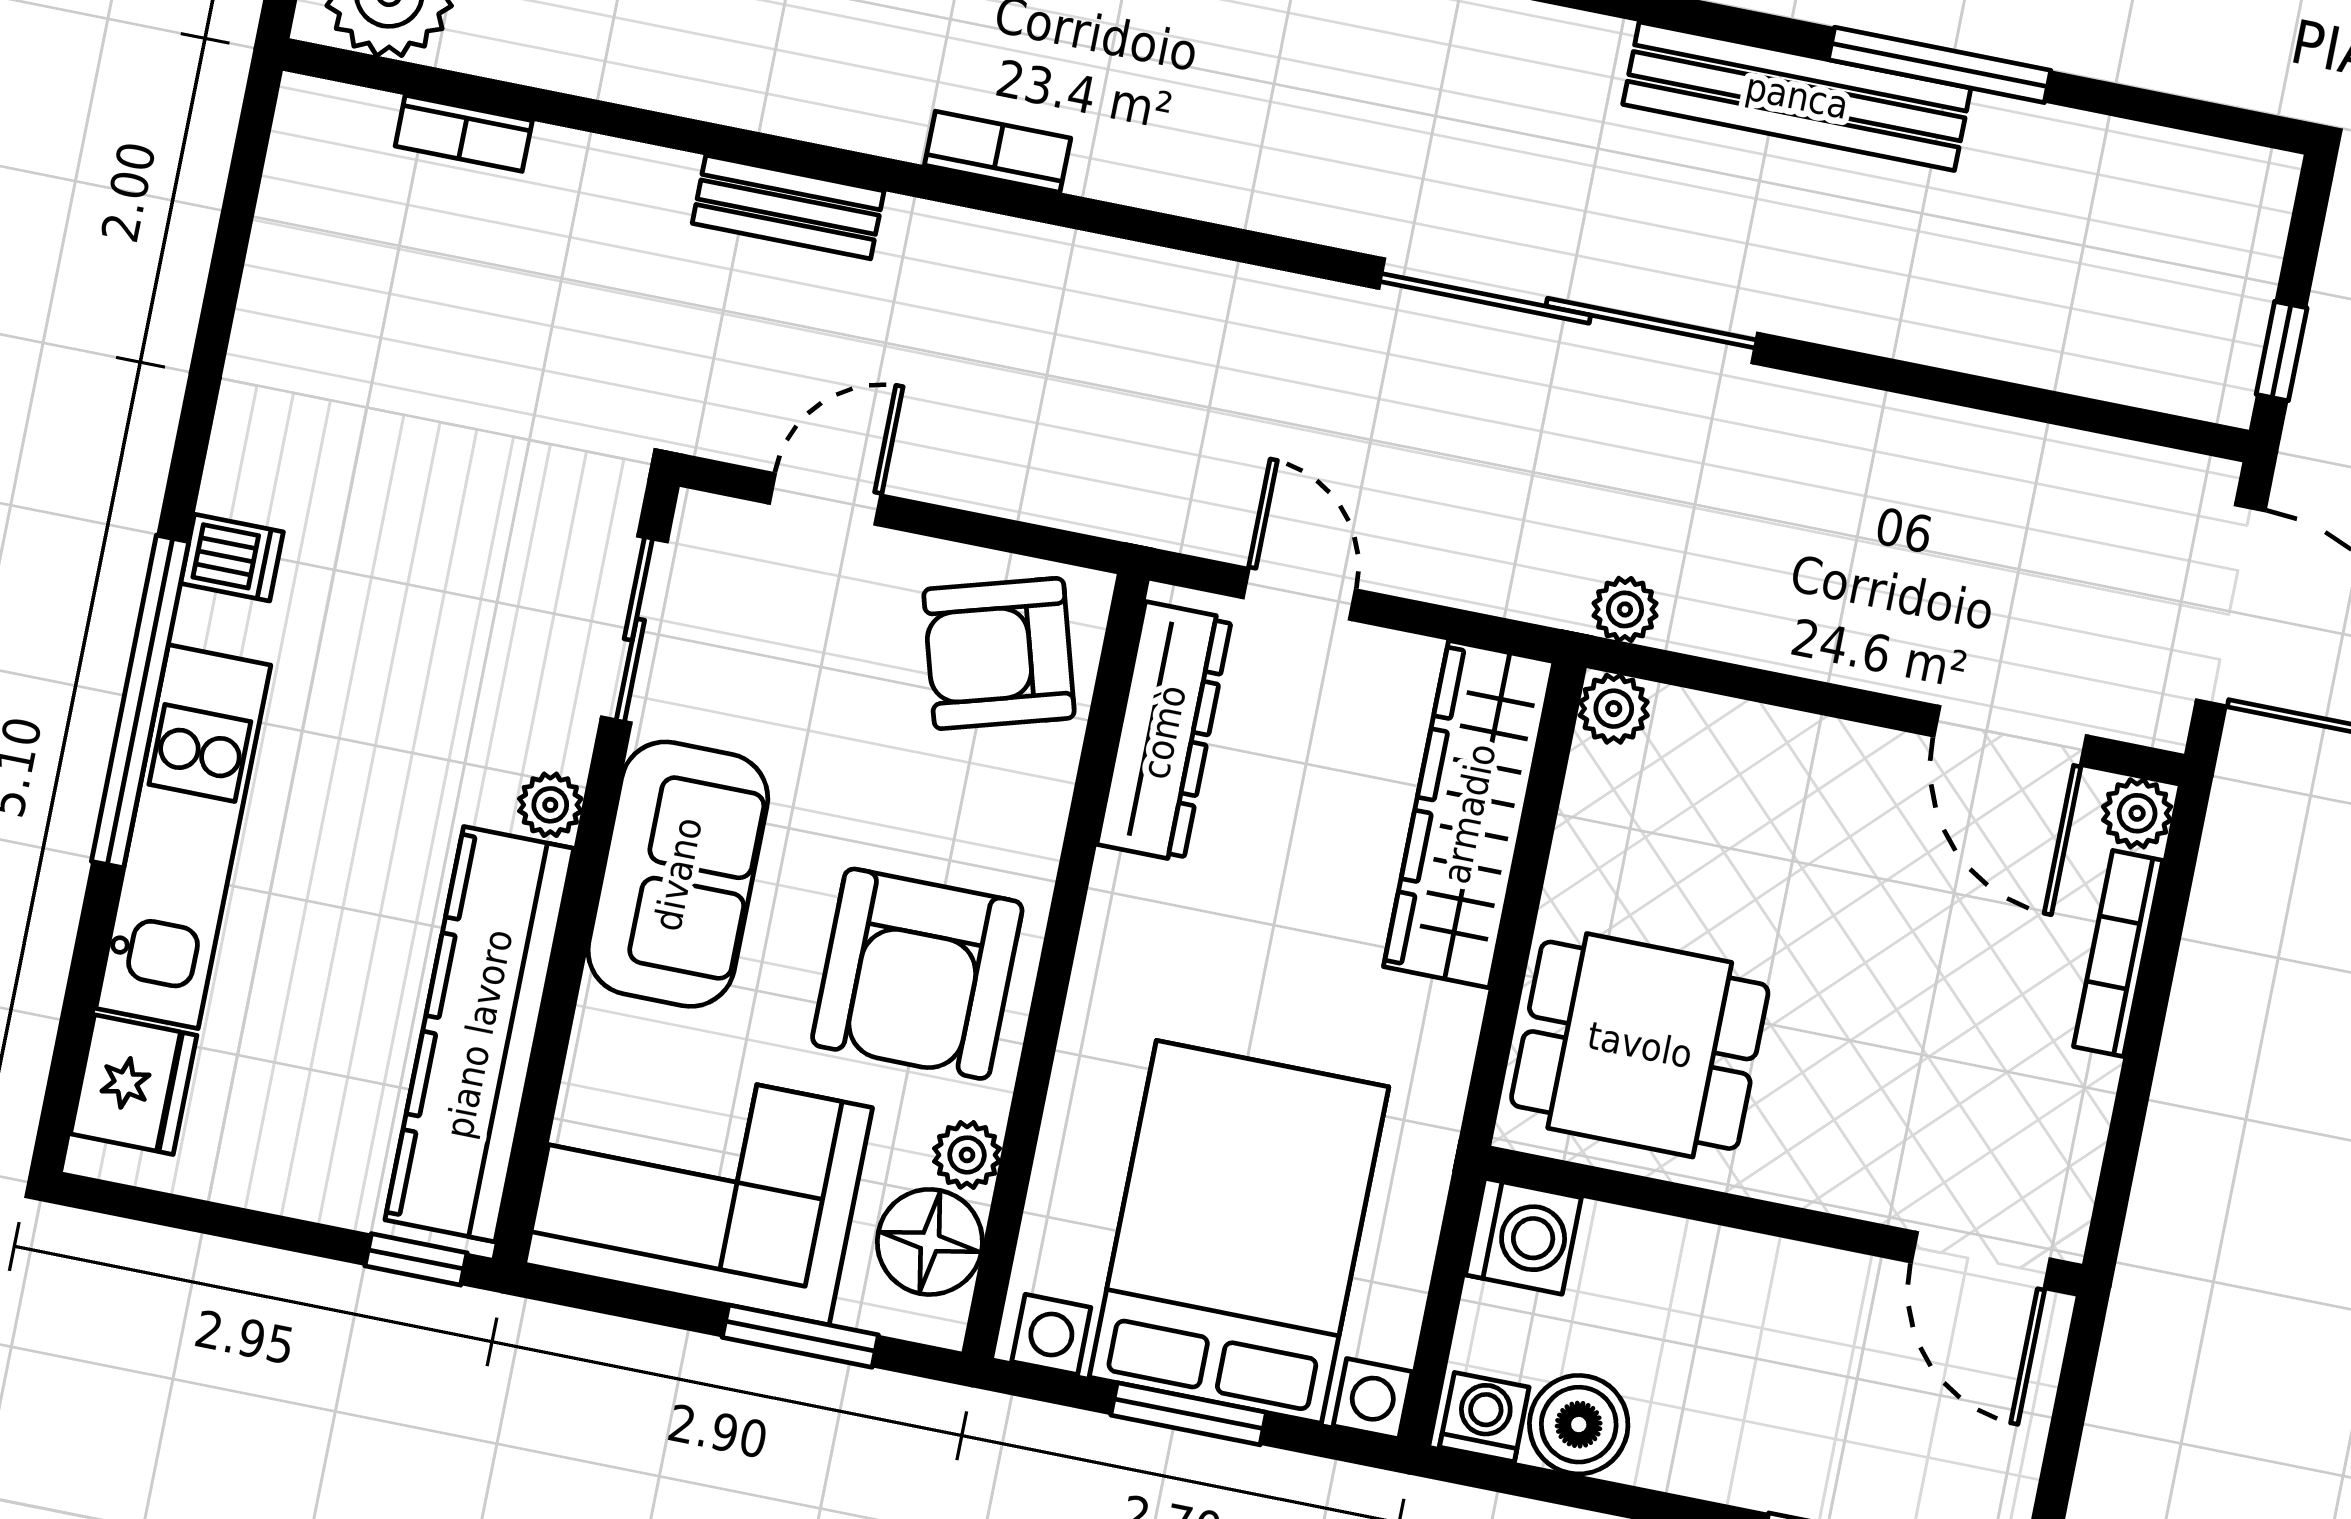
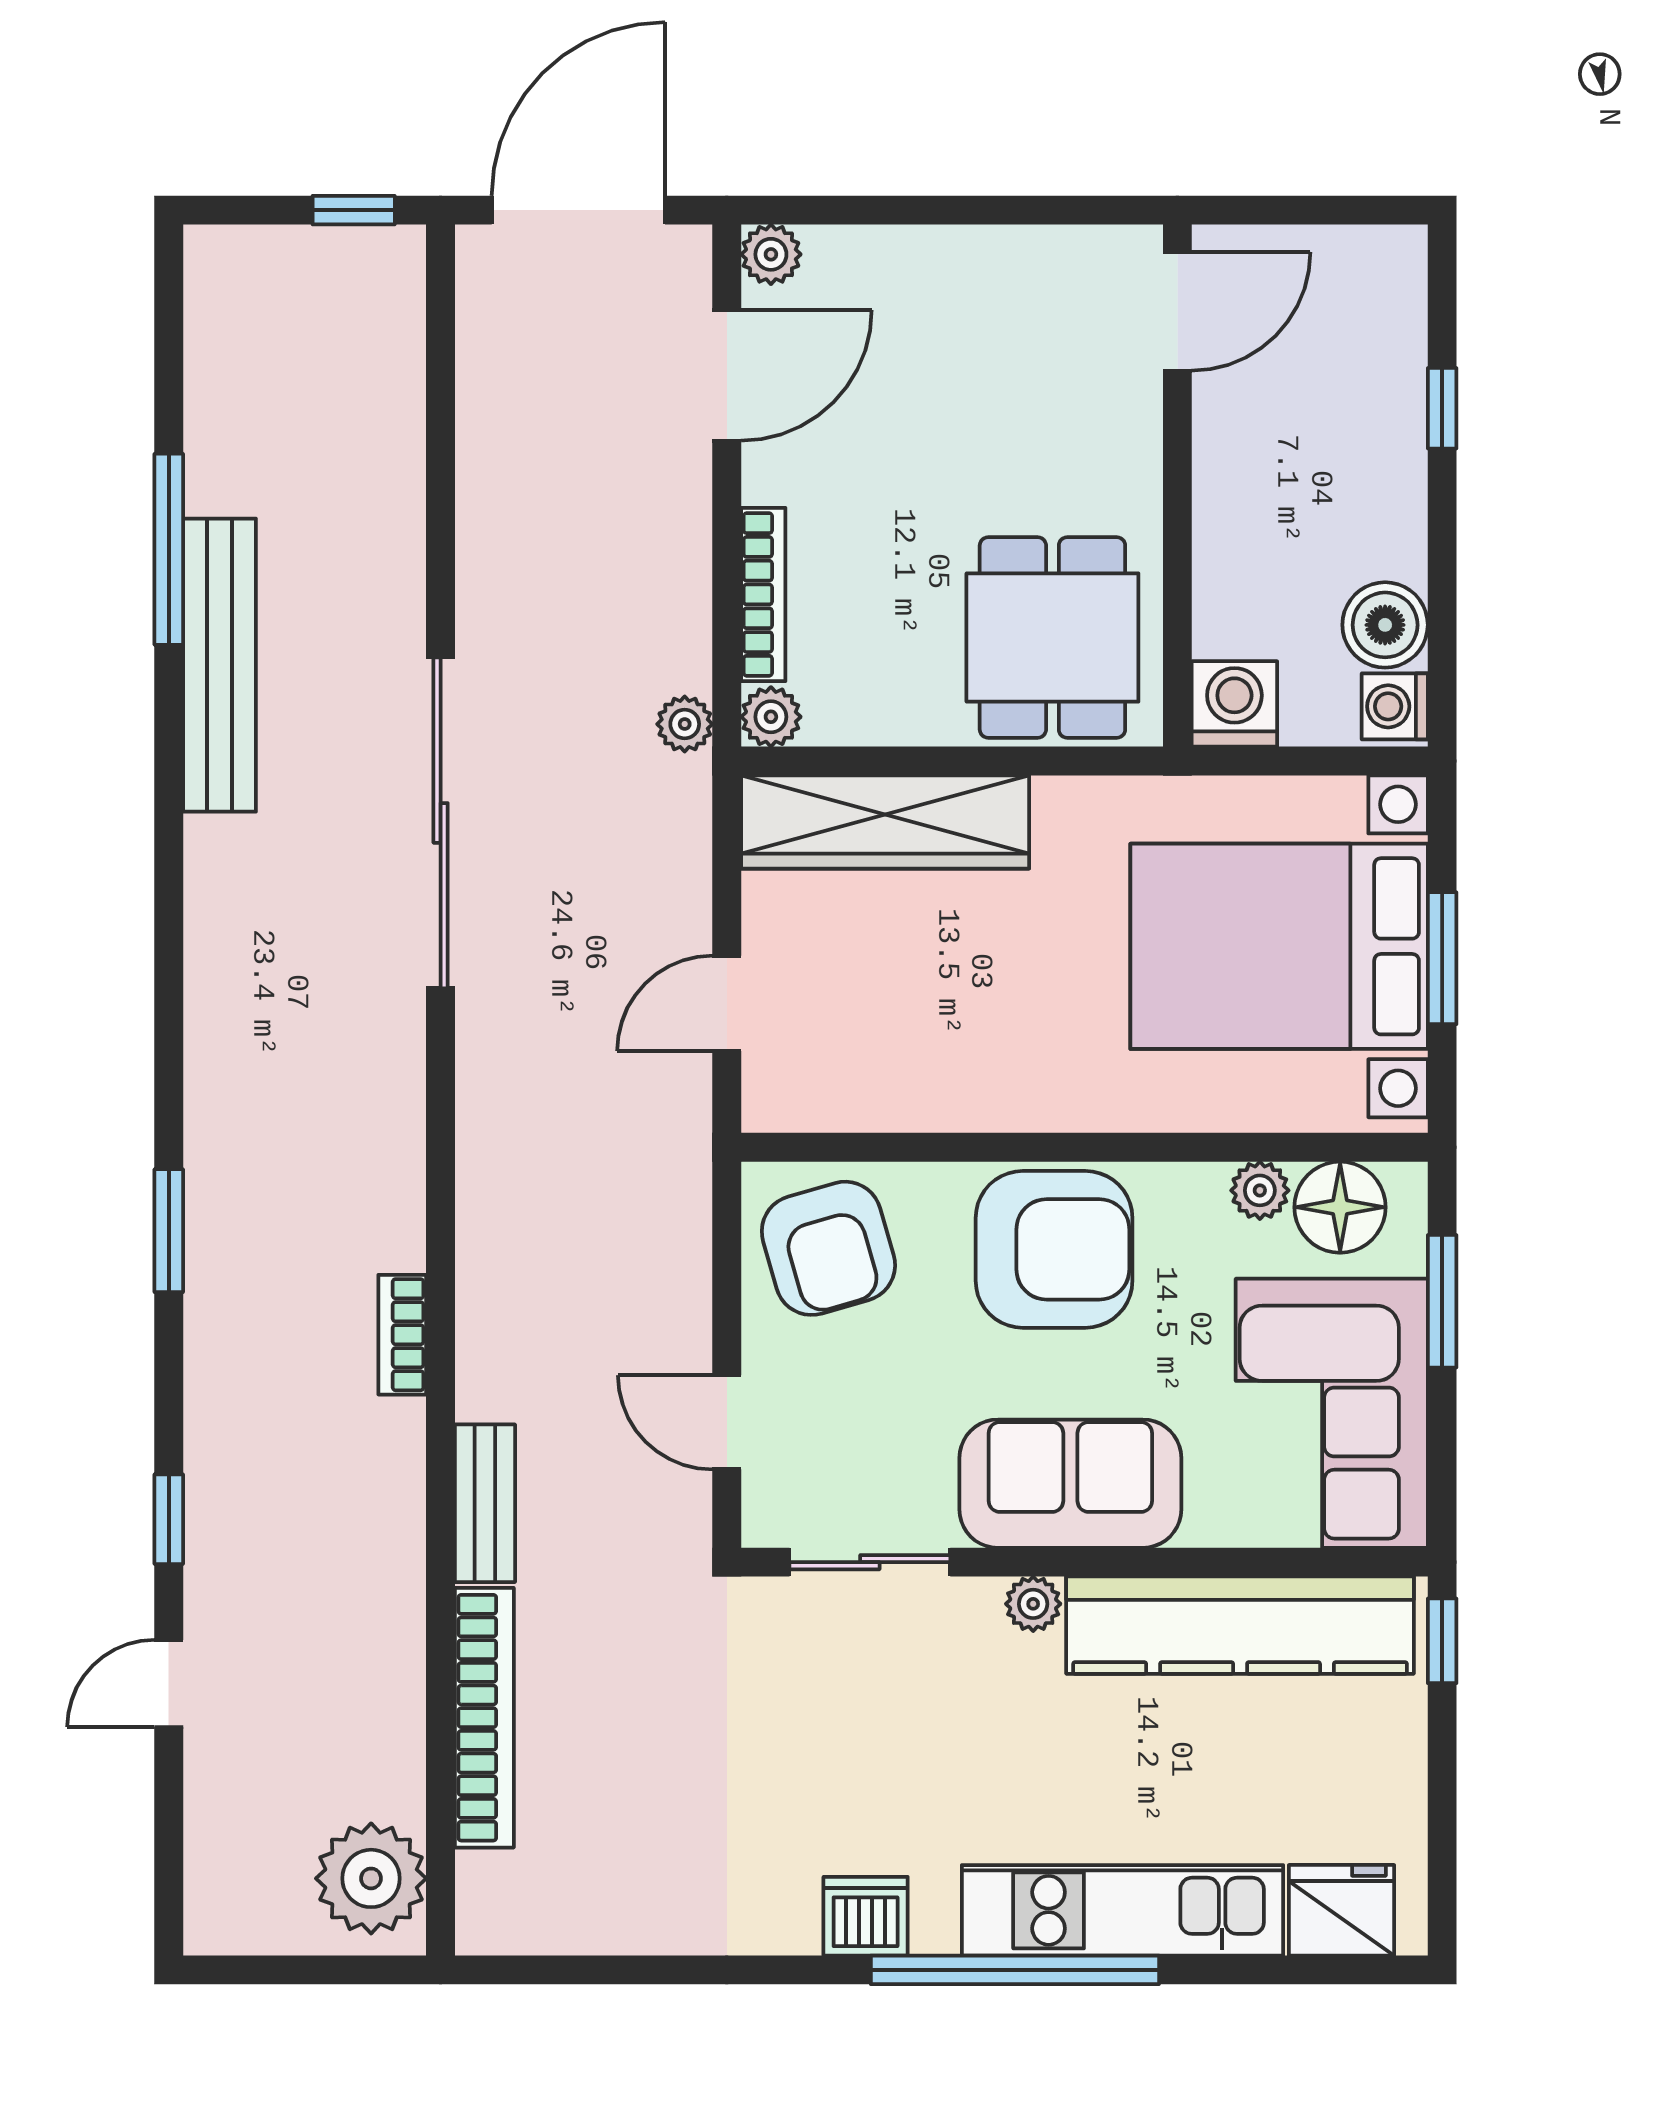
bookcase: (464, 133) -> (484, 1718), width x2.31, depth x1.31
dishwasher: (232, 558) -> (866, 1916), width x1.38
dresser: (1164, 732) -> (867, 1095), removed
bookcase: (2118, 953) -> (763, 594), moved, turned -90
armchair: (917, 974) -> (1054, 1249), moved

